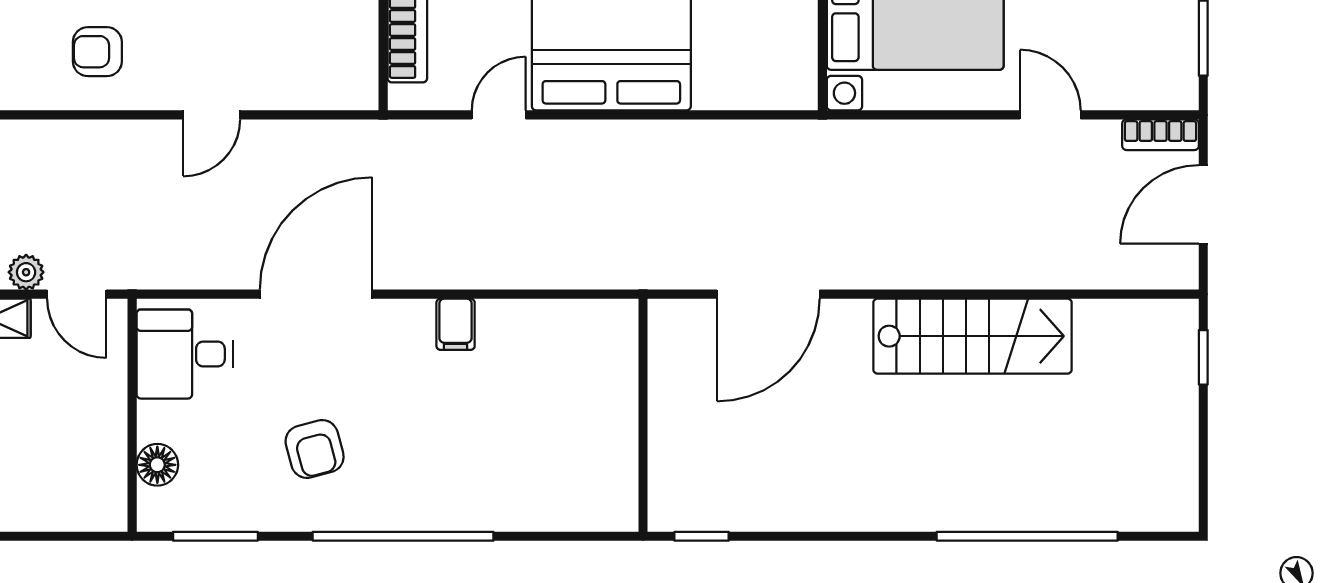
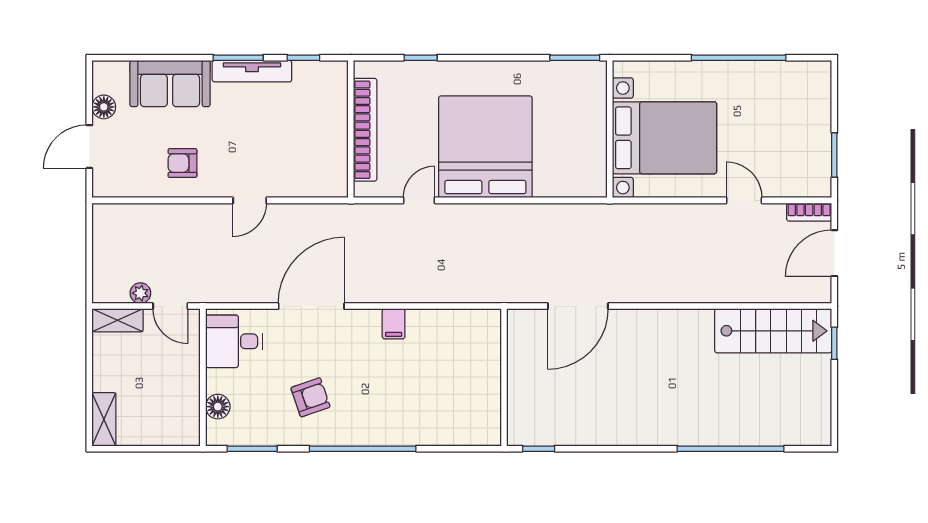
stairs: (973, 336) -> (773, 331), moved
armchair: (315, 449) -> (310, 397), turned -94

